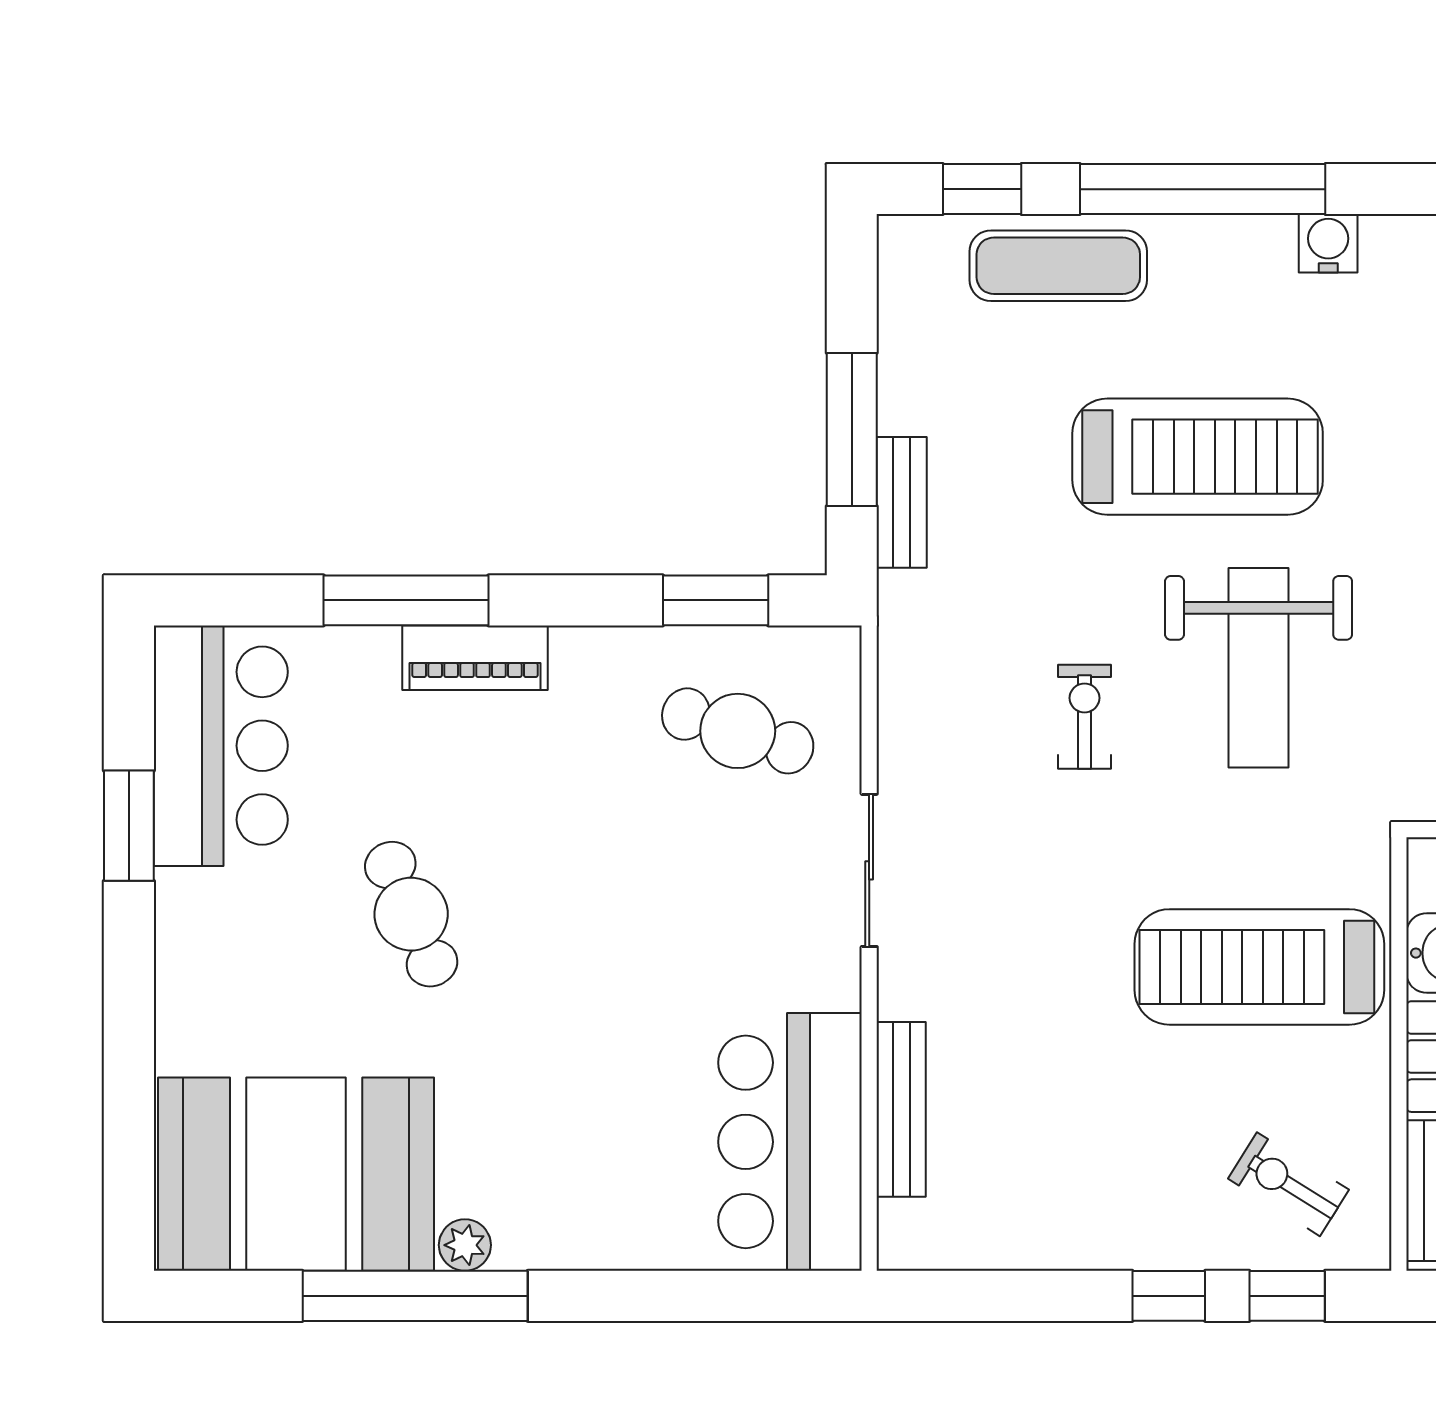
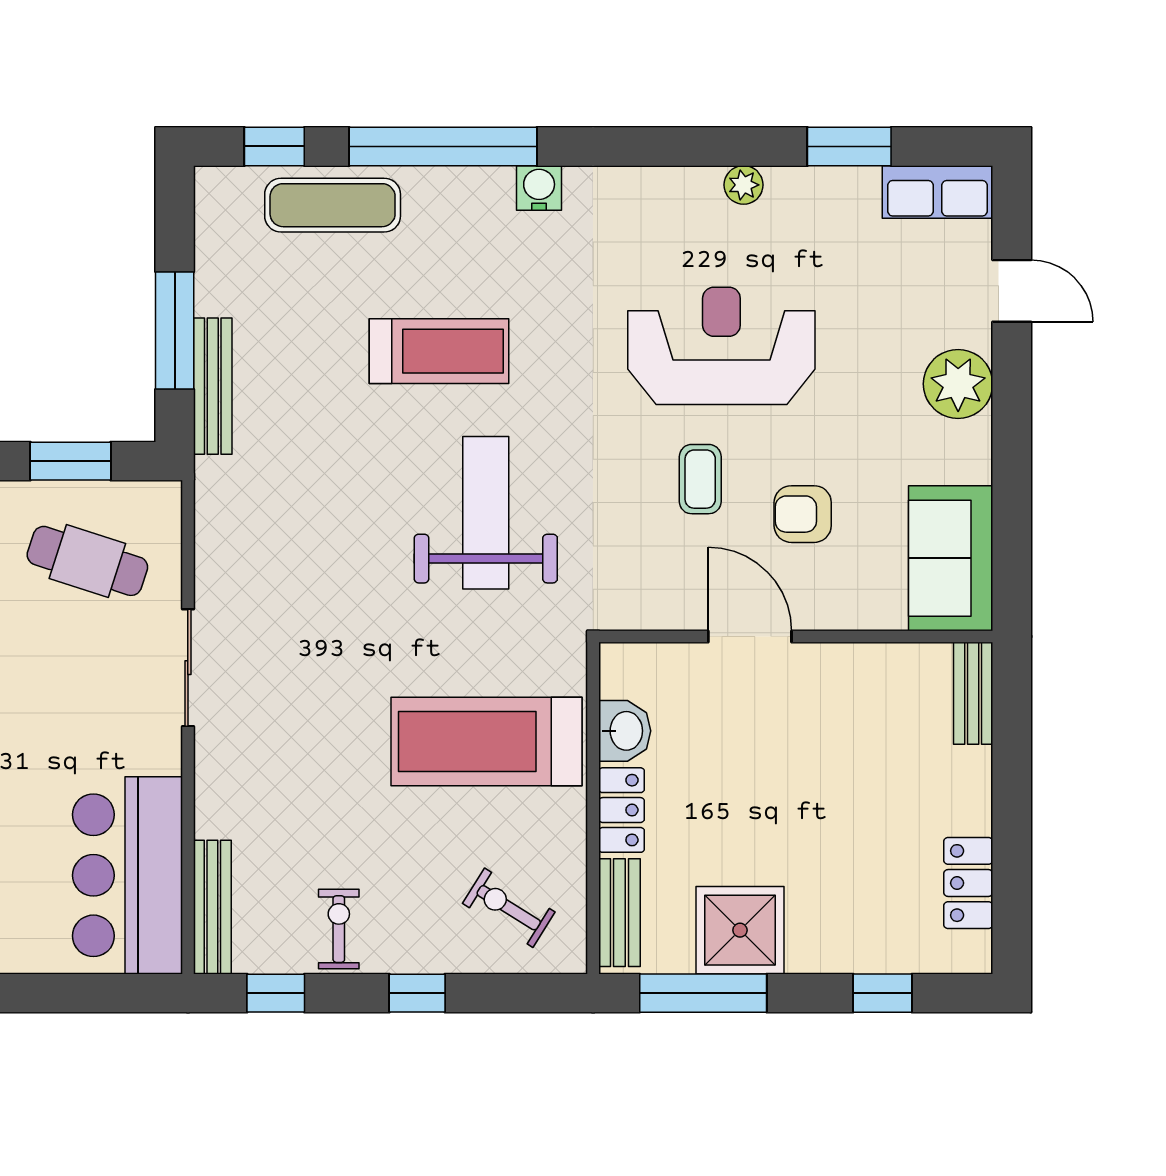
treadmill: (1198, 457) -> (439, 351), width x0.73, depth x0.73
bench: (902, 502) -> (213, 386), width x1.36
weight bench: (1259, 668) -> (486, 513), turned 180
exercise bike: (1085, 717) -> (339, 929), moved
bench: (901, 1109) -> (212, 907), moved
window: (1287, 1296) -> (276, 993), moved

